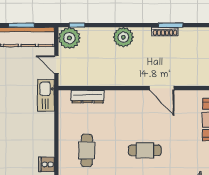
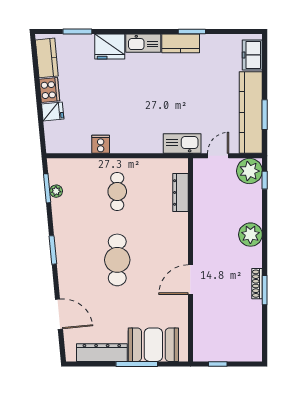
cafe table: (87, 150) -> (117, 191), turned 90
cafe table: (145, 150) -> (117, 260), width x1.37, depth x1.35

